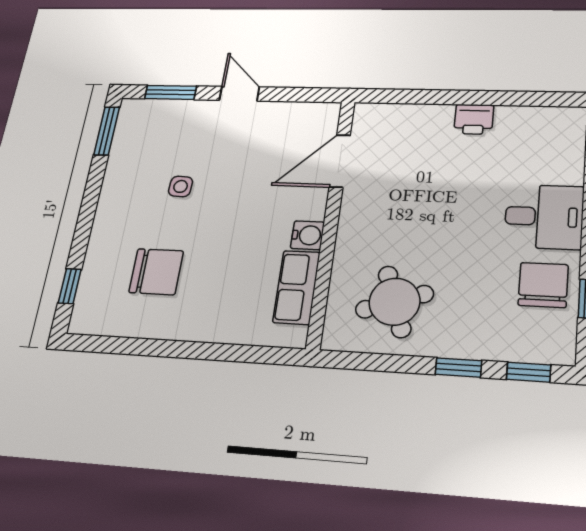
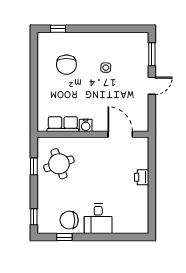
printer: (474, 119) -> (142, 177), moved
window: (107, 131) -> (132, 29), removed
chair: (543, 285) -> (69, 220), turned 180
window: (458, 368) -> (34, 166), moved

